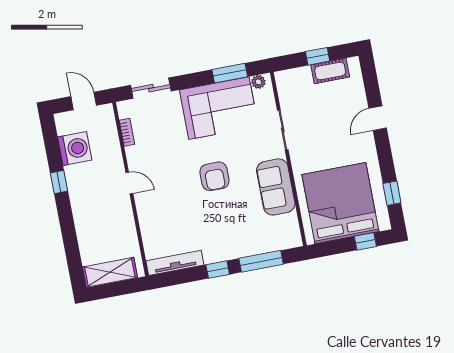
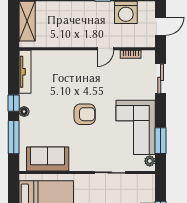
armchair: (215, 176) -> (85, 114), turned 180
door: (129, 183) -> (105, 49), moved
sofa: (276, 187) -> (48, 159), moved
floor lamp: (226, 254) -> (24, 112), added

